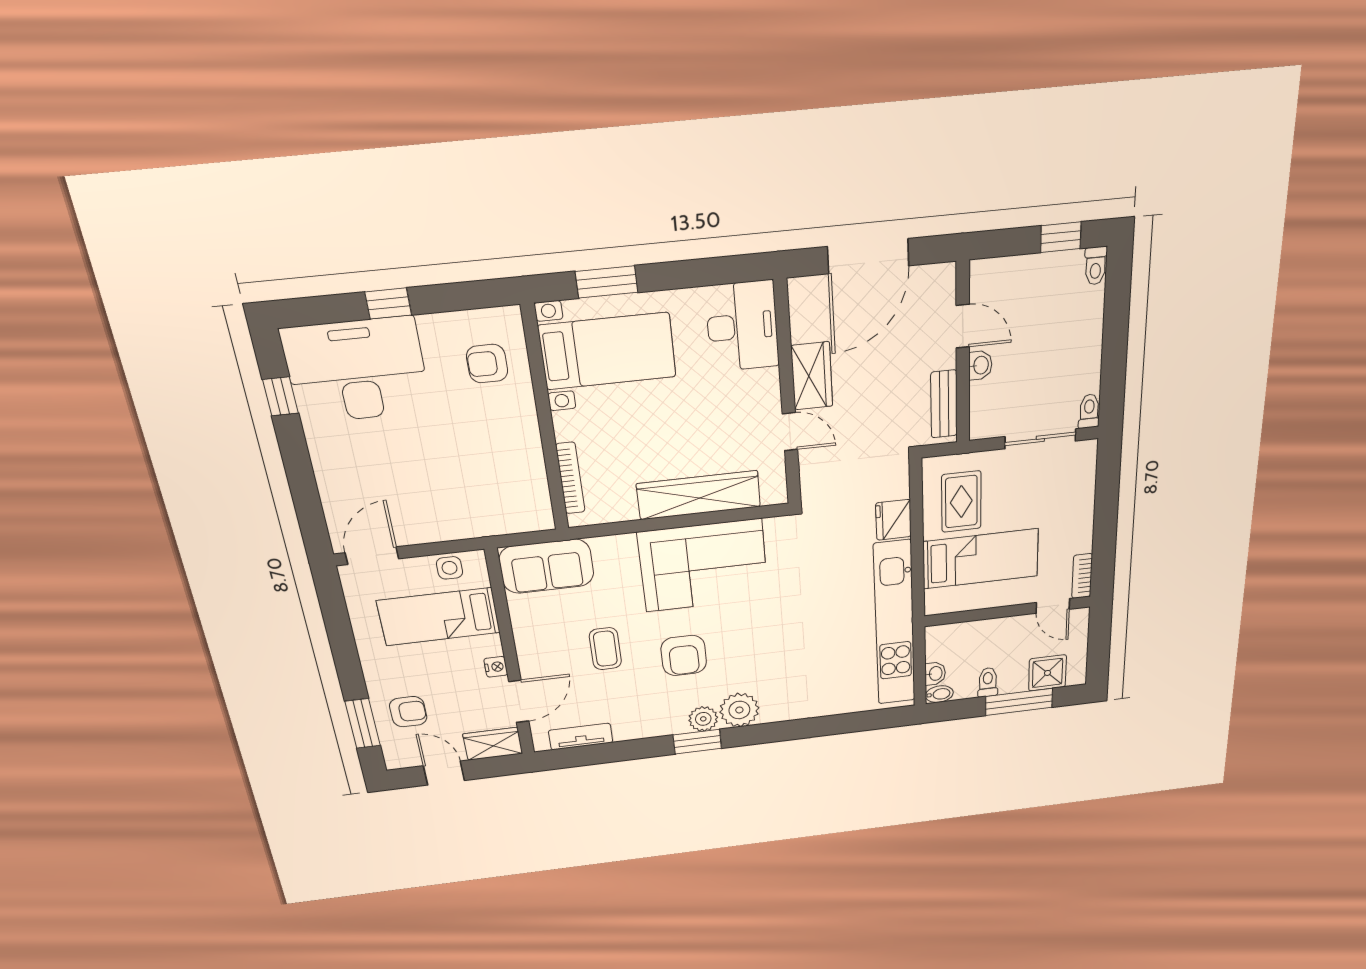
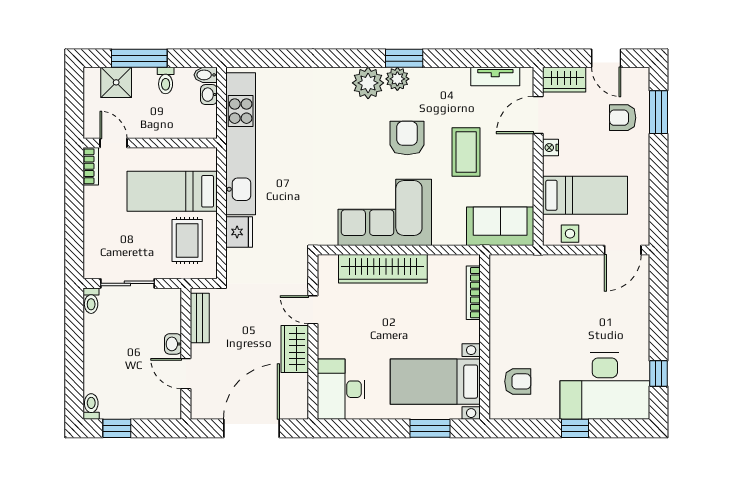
coffee table: (605, 649) -> (466, 152), width x1.36, depth x1.30

